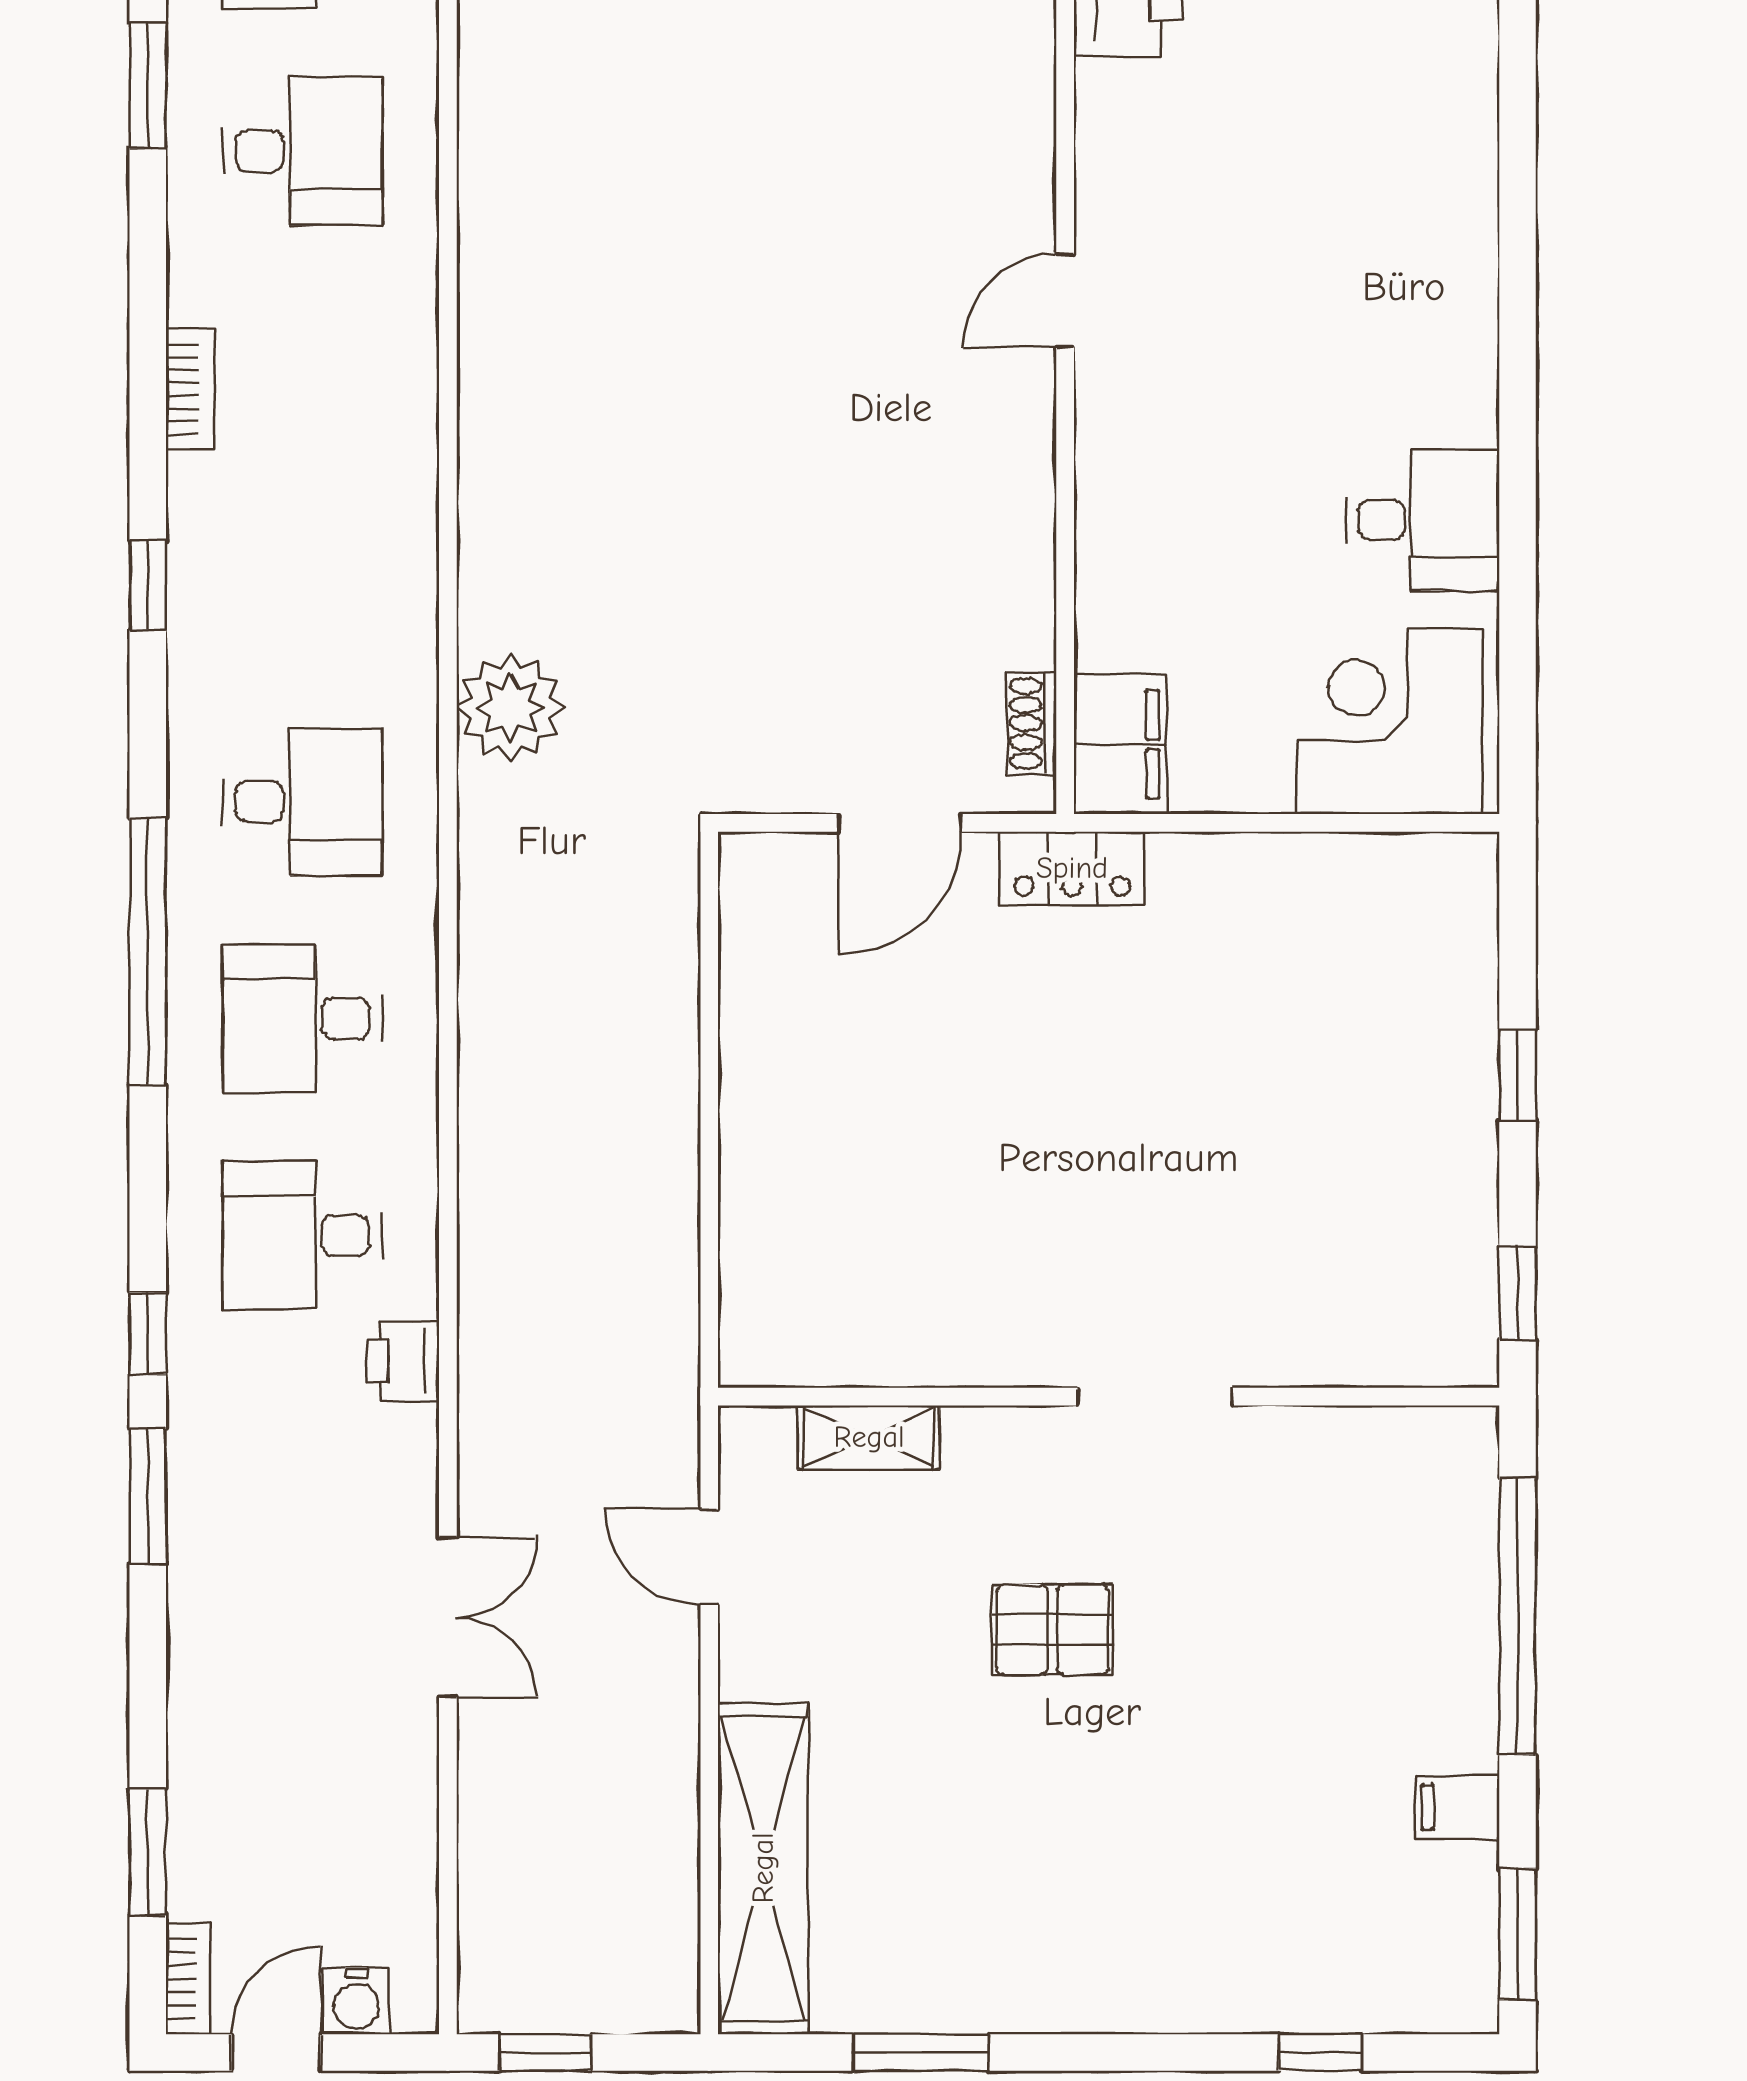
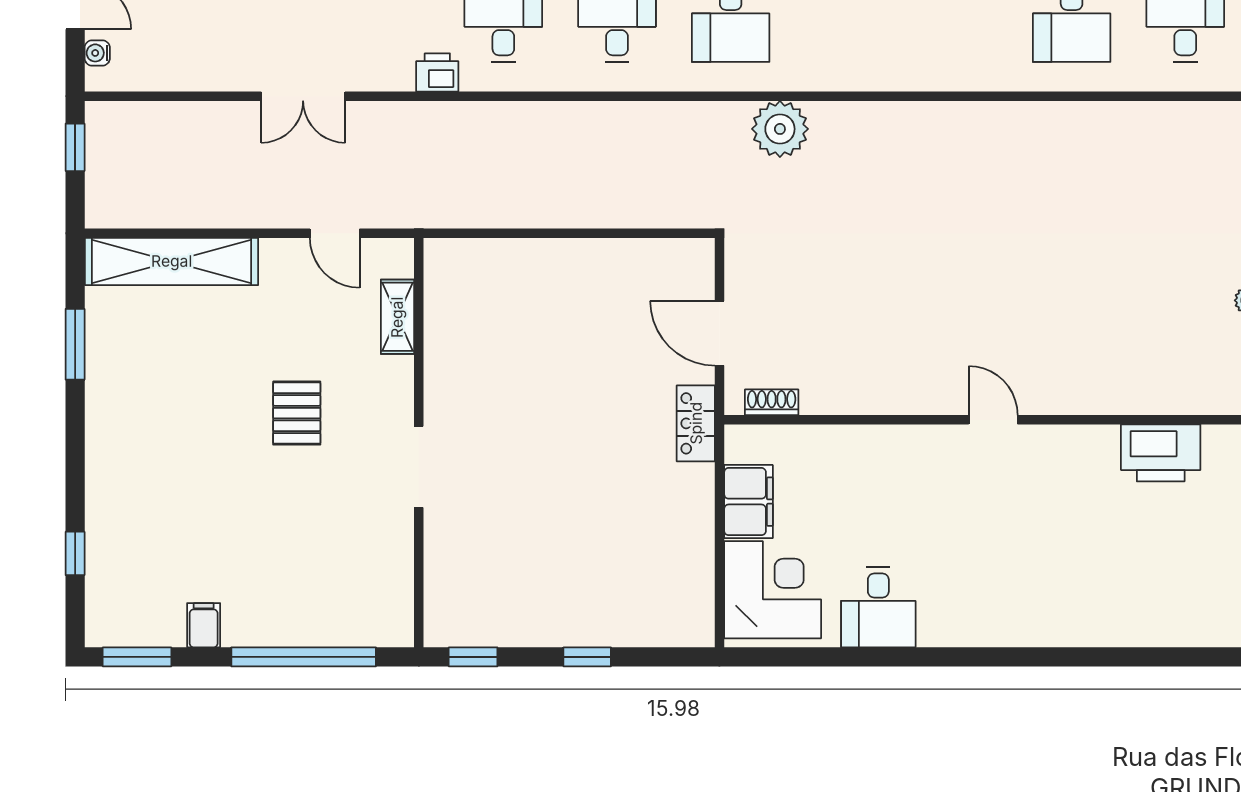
filing cabinet: (1120, 744) -> (748, 502), moved, turned -90
door: (709, 1557) -> (335, 233), swing flipped
water cooler: (356, 2001) -> (97, 53), width x0.72, depth x0.72

